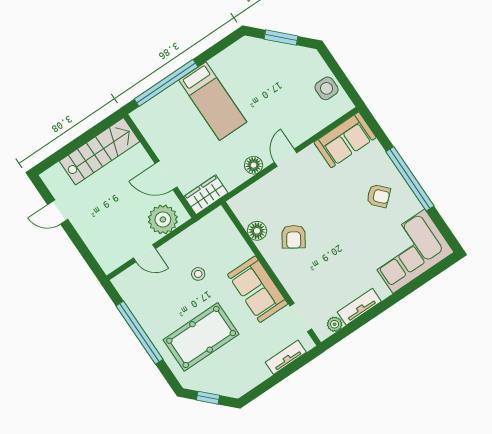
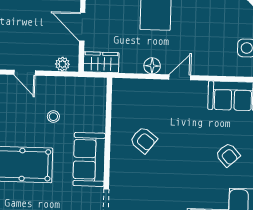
plant: (163, 219) -> (62, 64), width x0.53, depth x0.53
floor lamp: (257, 231) -> (120, 116), removed
armchair: (294, 237) -> (144, 140), turned -85

